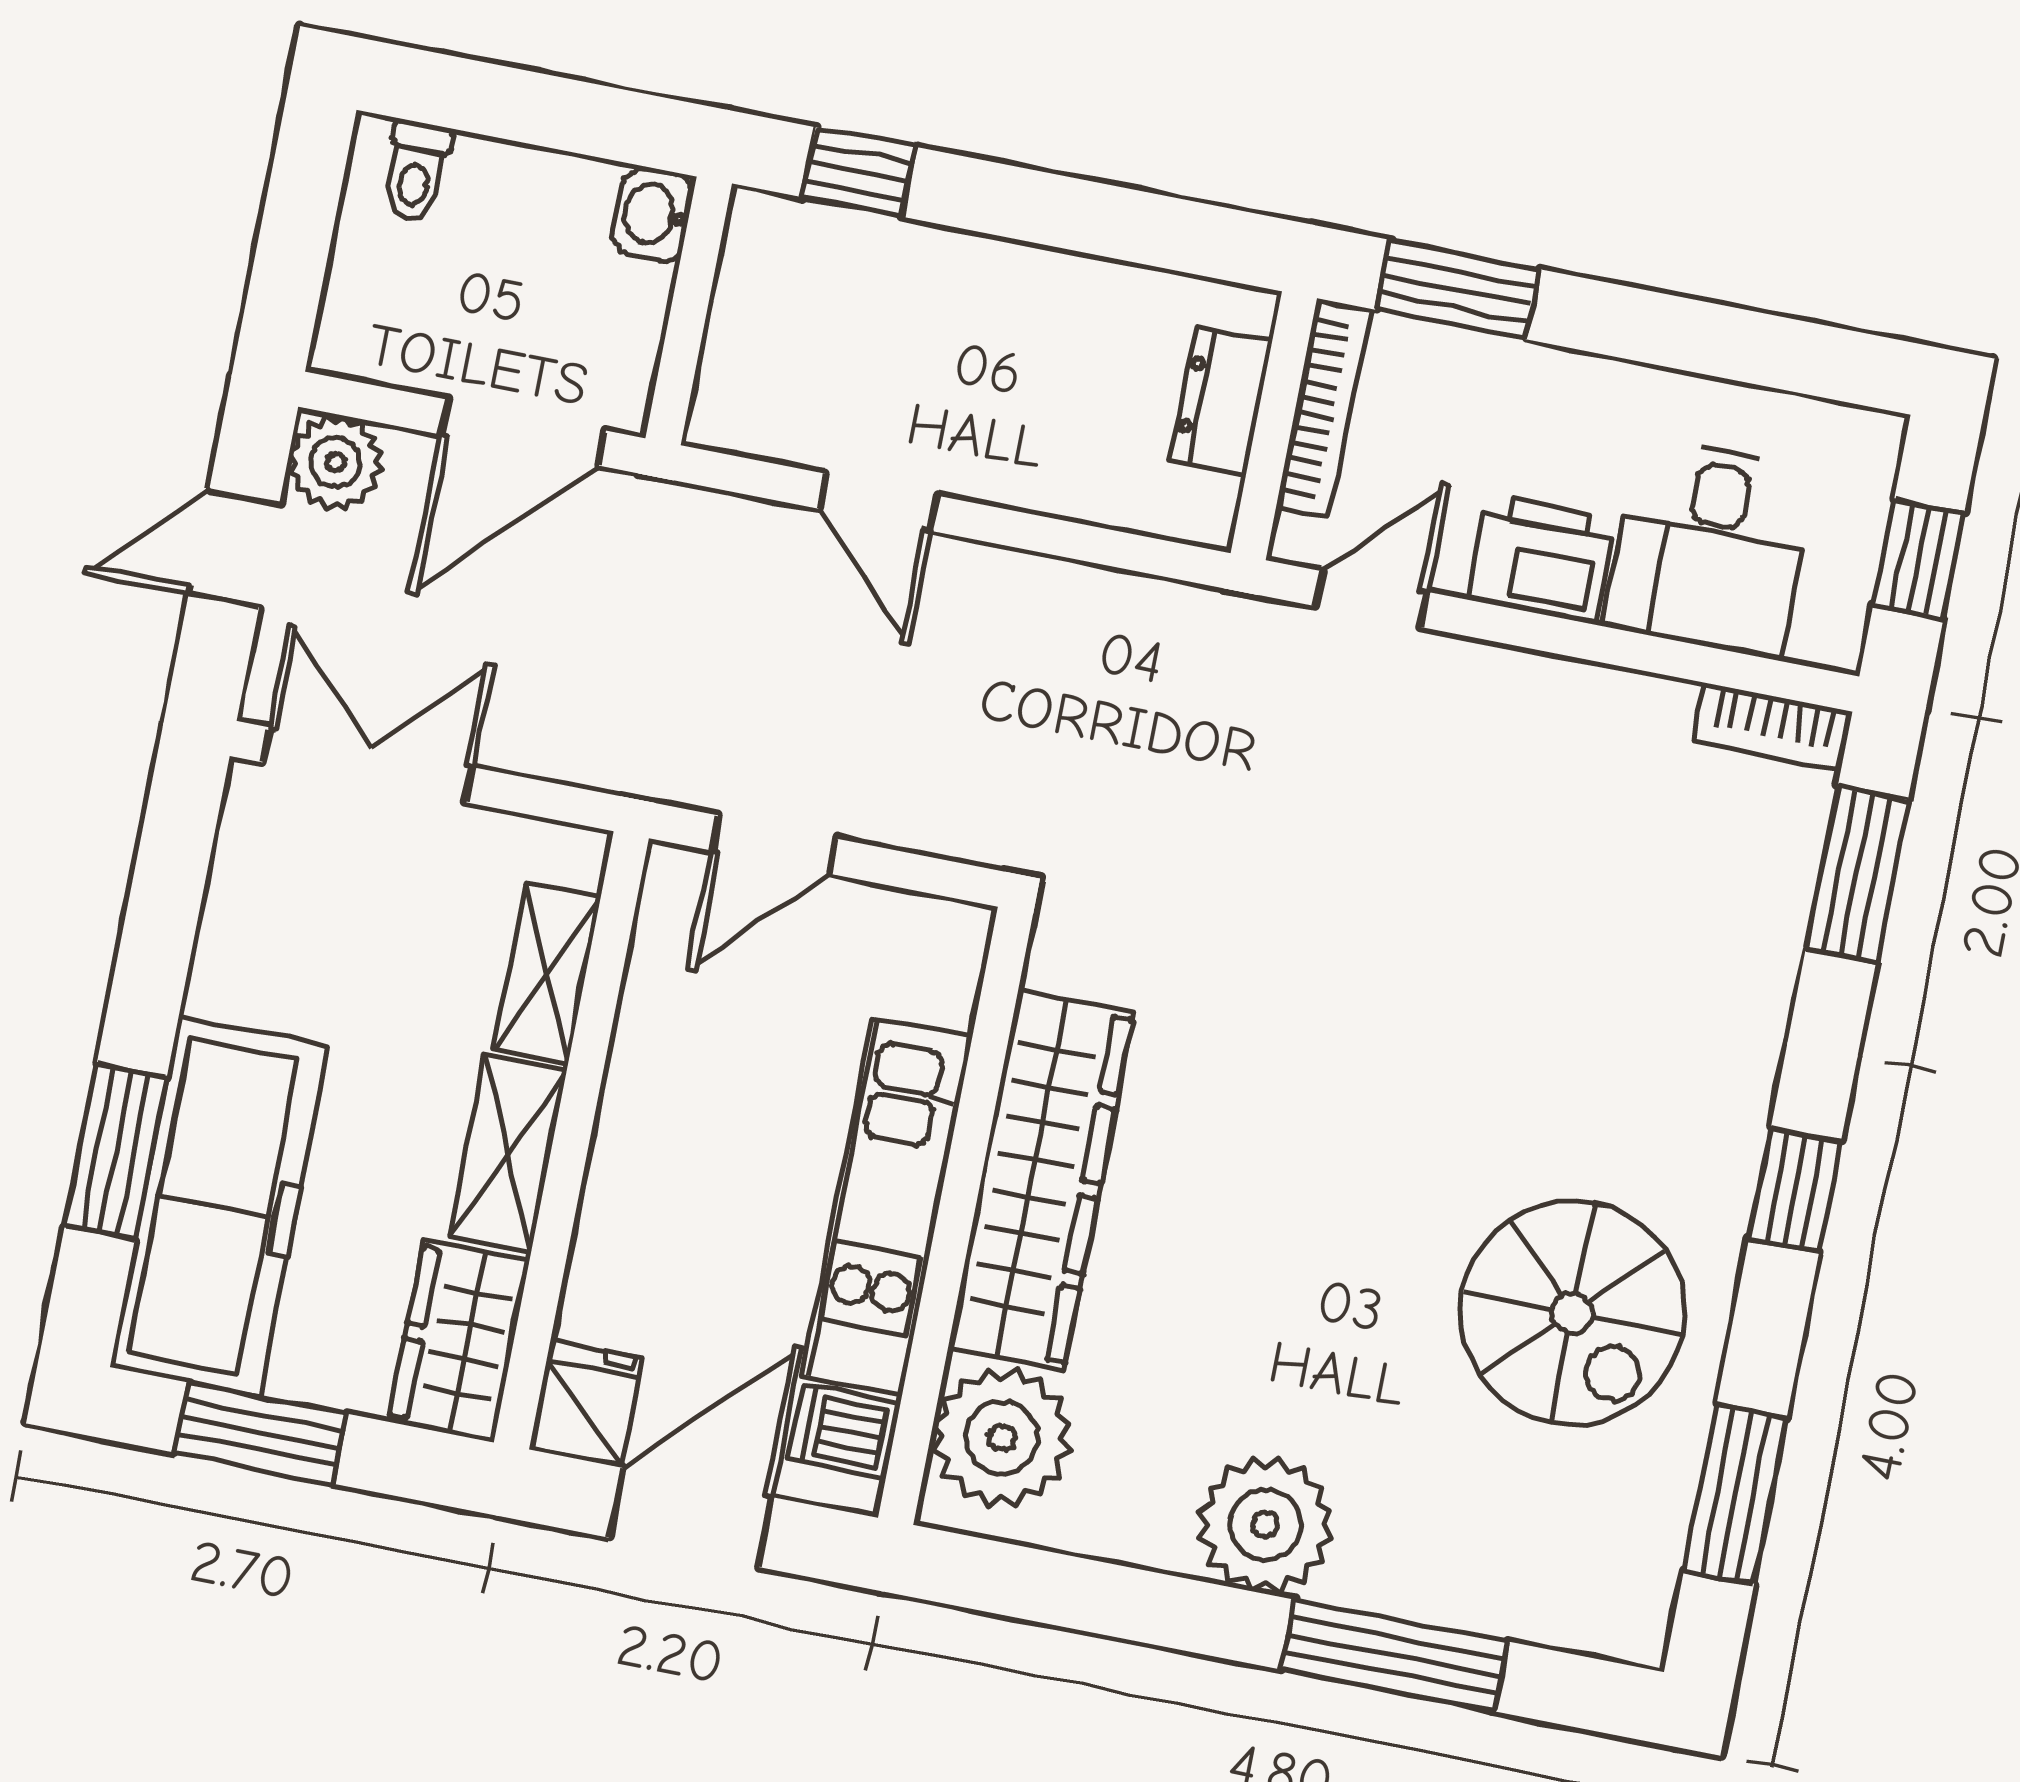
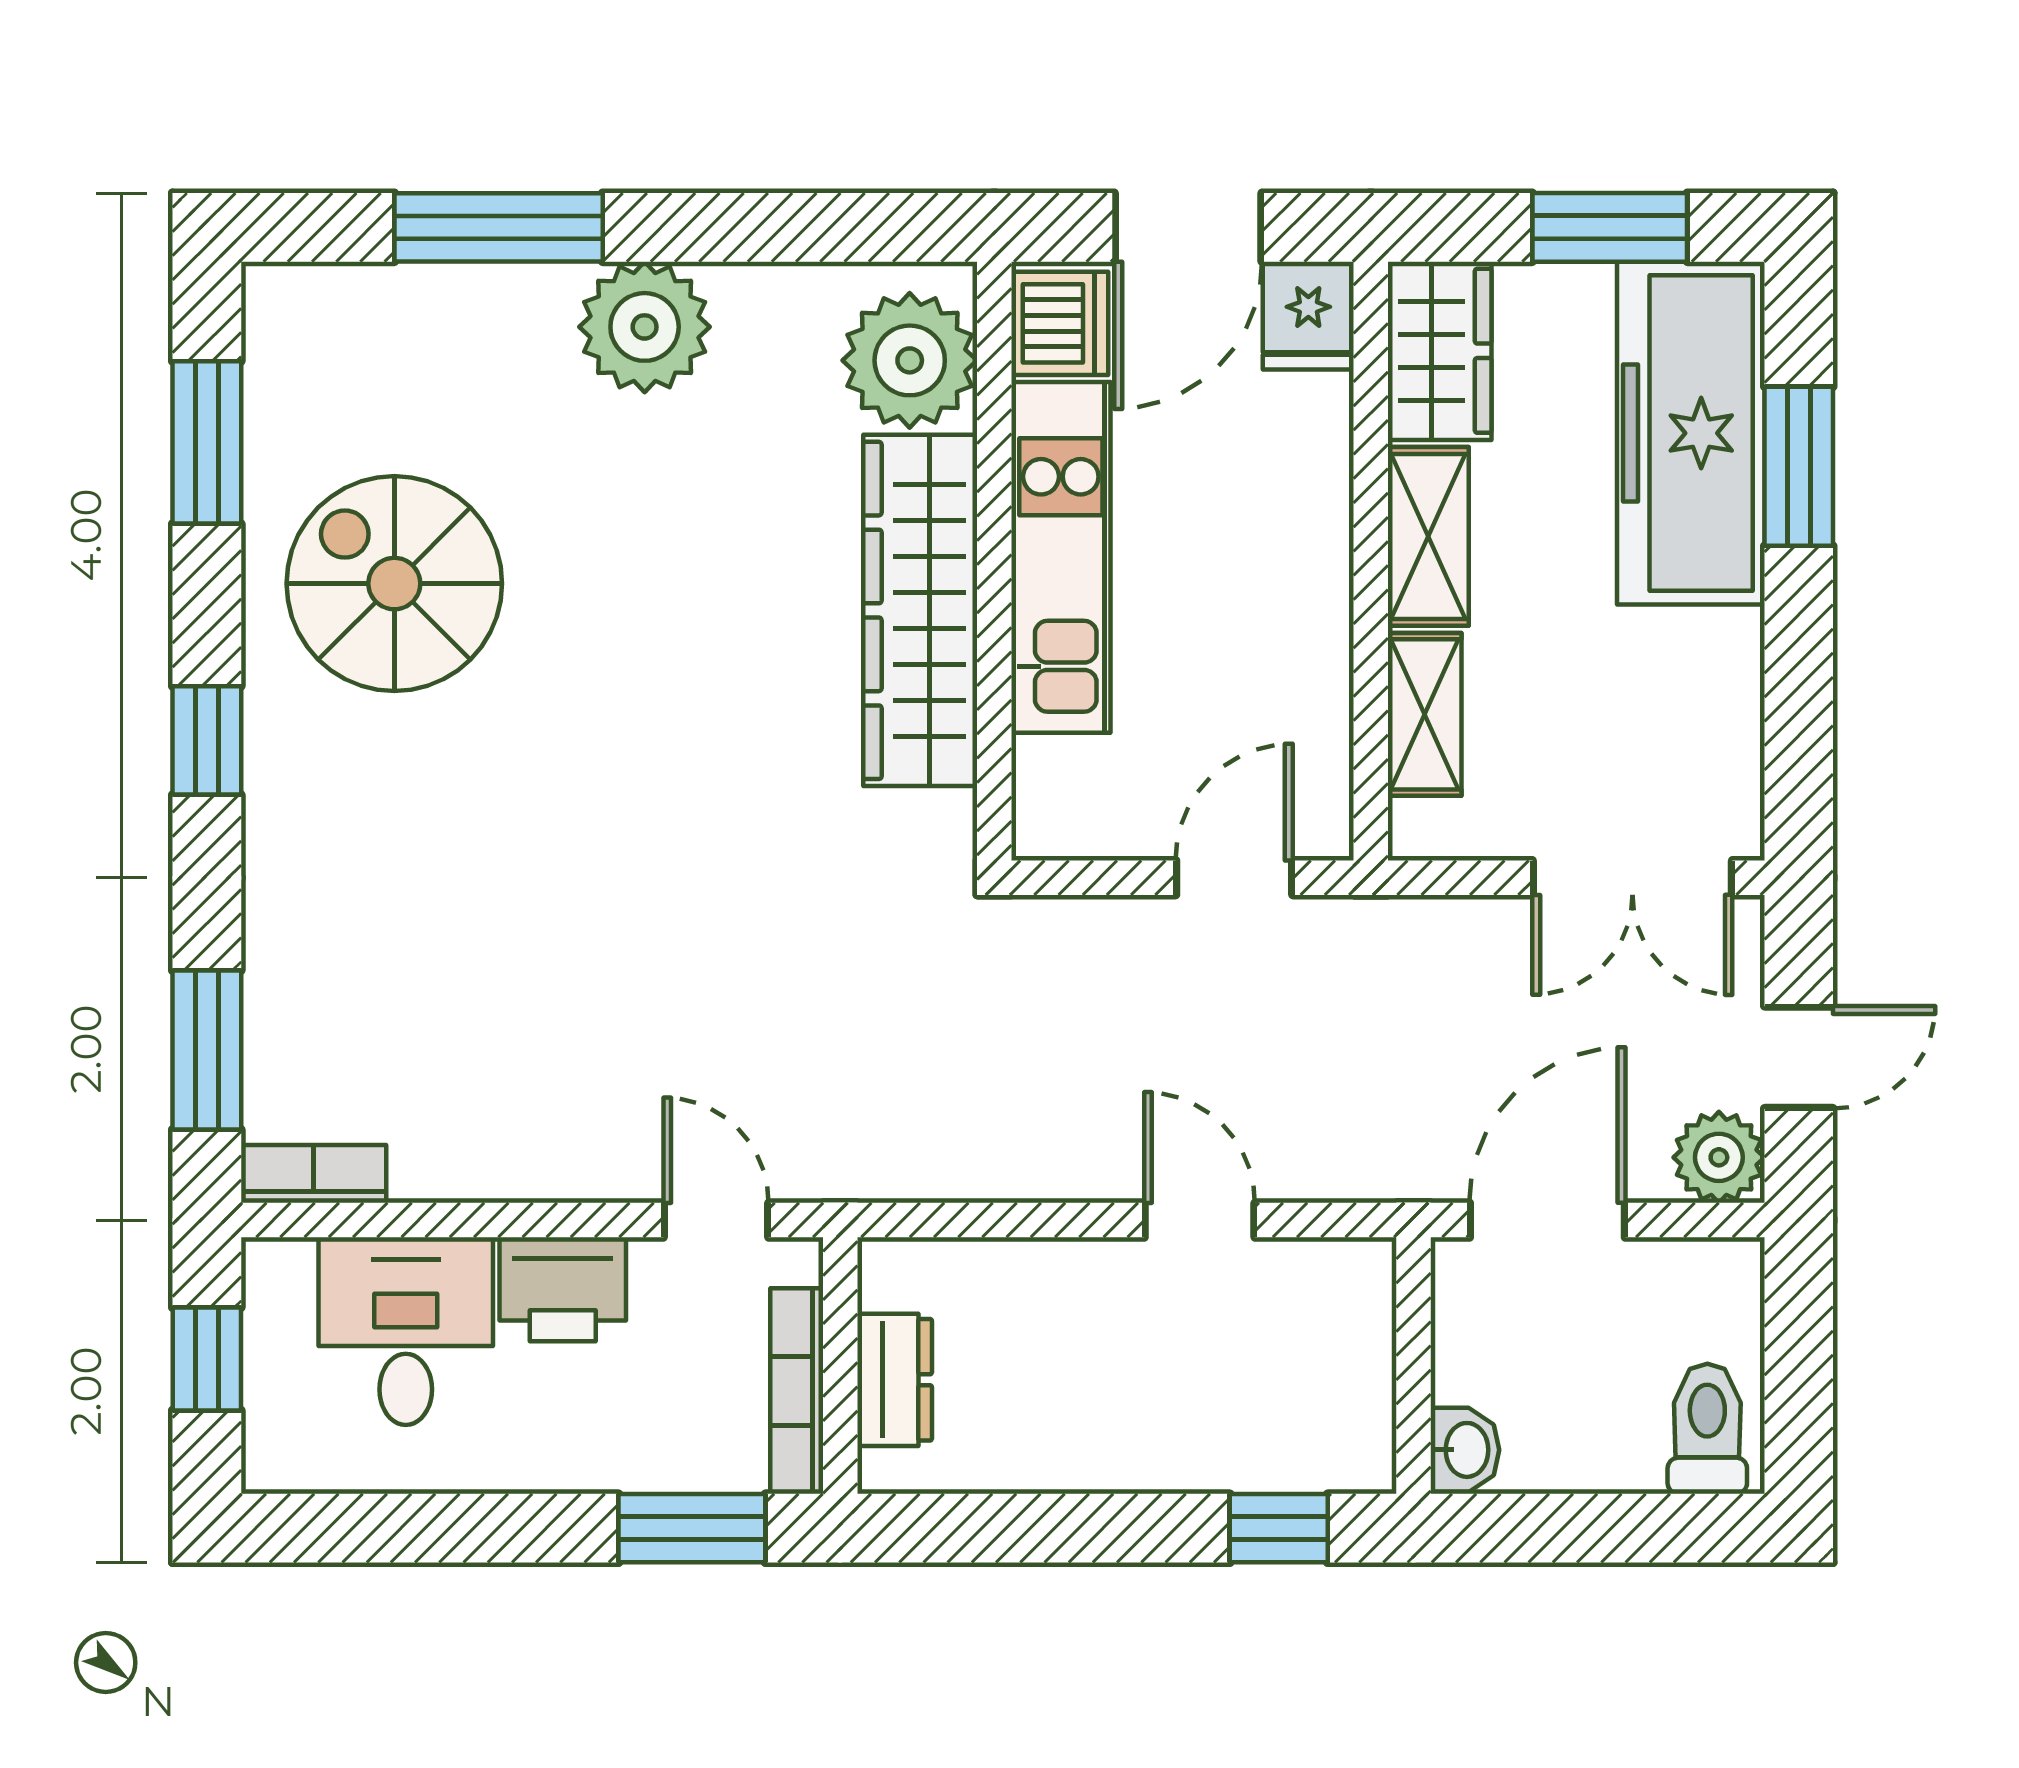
toilet: (416, 171) -> (1707, 1429), width x1.37, depth x1.39
door: (1371, 599) -> (716, 1220), swing flipped
dishwasher: (844, 1431) -> (1060, 323), width x1.38

